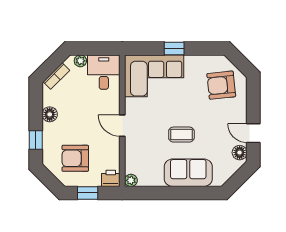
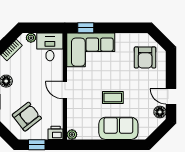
window: (174, 48) -> (86, 28), moved
armchair: (221, 85) -> (145, 57), turned -84
armchair: (75, 158) -> (27, 117), turned 142

